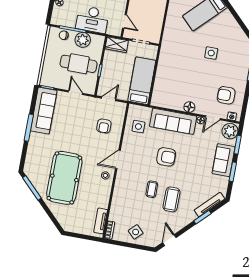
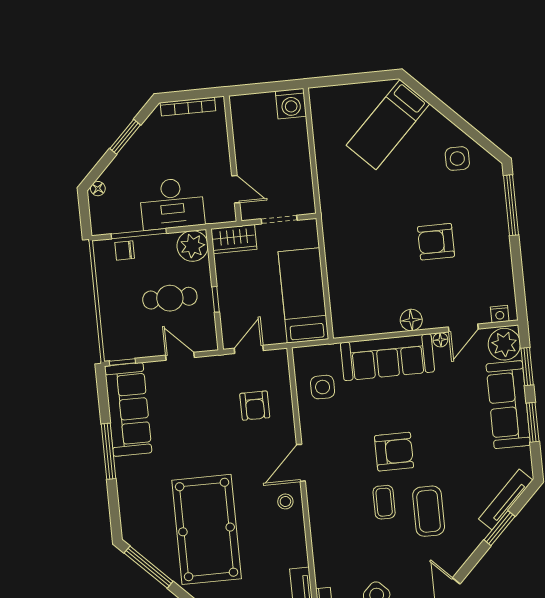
plant: (83, 40) -> (193, 246), moved
side table: (211, 53) -> (457, 159), moved
cafe table: (79, 64) -> (170, 298), width x0.73, depth x0.74
armchair: (226, 95) -> (436, 242), moved
armchair: (166, 157) -> (394, 452), moved
sofa: (224, 160) -> (508, 405), width x1.36

